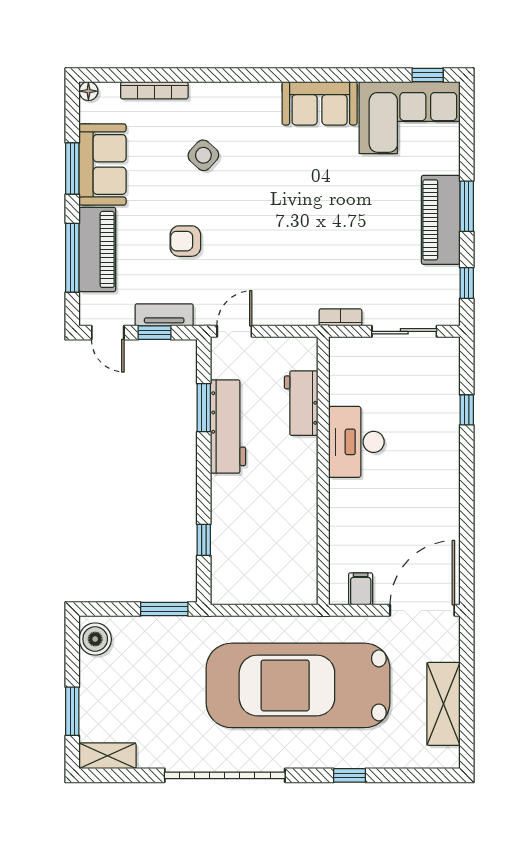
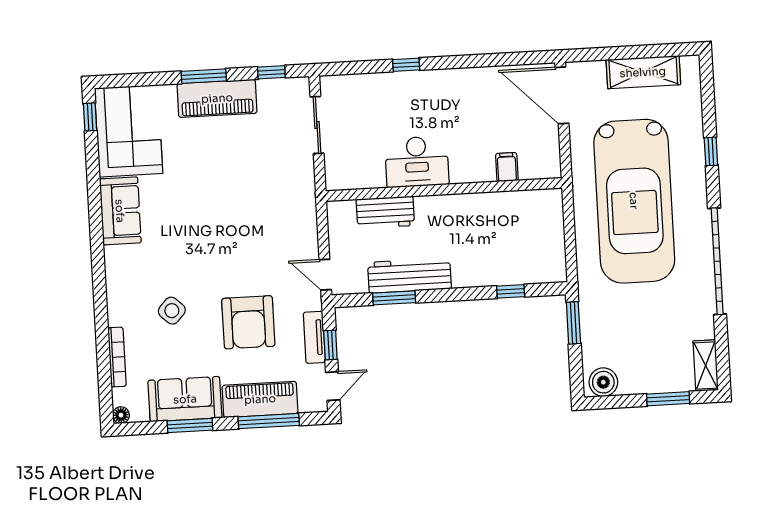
armchair: (185, 241) -> (248, 322), width x1.88, depth x1.88
bookcase: (340, 317) -> (308, 182), removed
window: (467, 410) -> (406, 65), moved
filing cabinet: (361, 589) -> (507, 167), moved, turned 90

